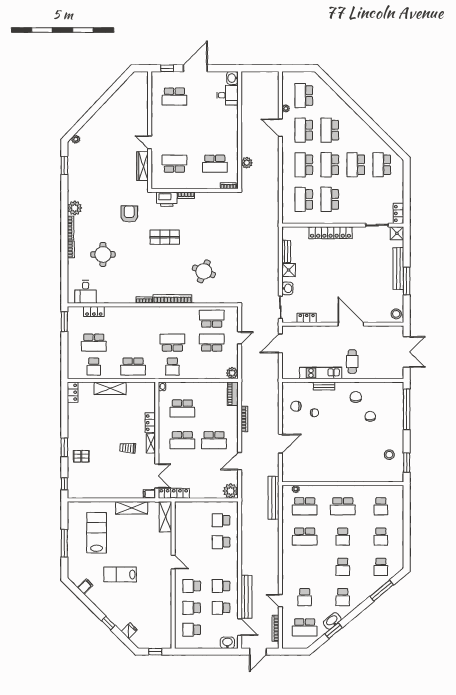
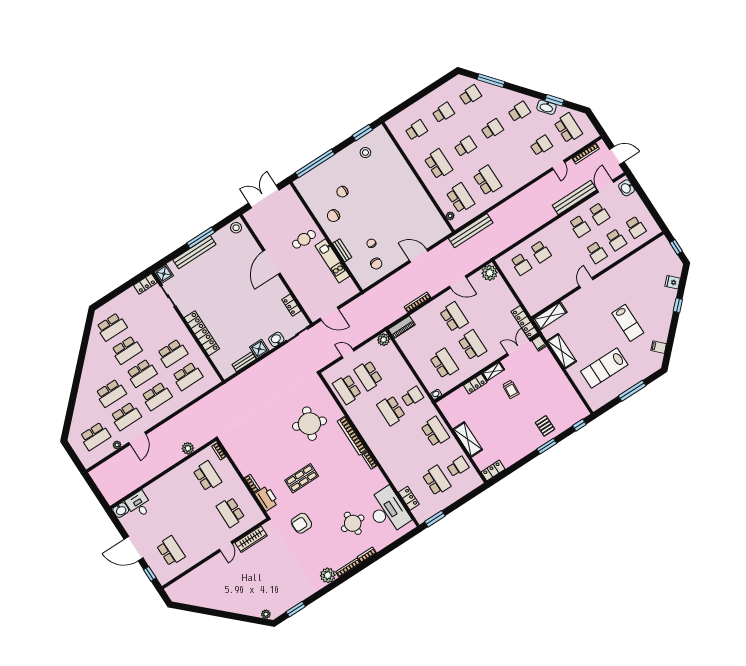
shop shelf: (165, 237) -> (302, 478), turned 90
round table: (204, 271) -> (309, 424), width x1.36, depth x1.36
desk: (86, 292) -> (388, 511), width x1.87, depth x1.30

